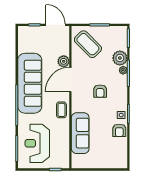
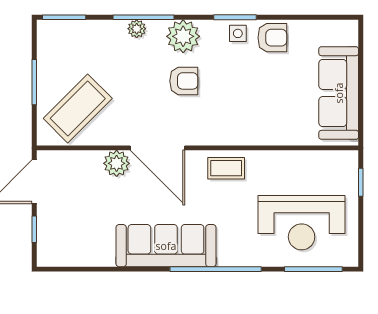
plant: (120, 58) -> (183, 36), moved
sofa: (30, 83) -> (166, 246), width x0.74, depth x0.79
sofa: (80, 133) -> (339, 93), moved, turned -90

